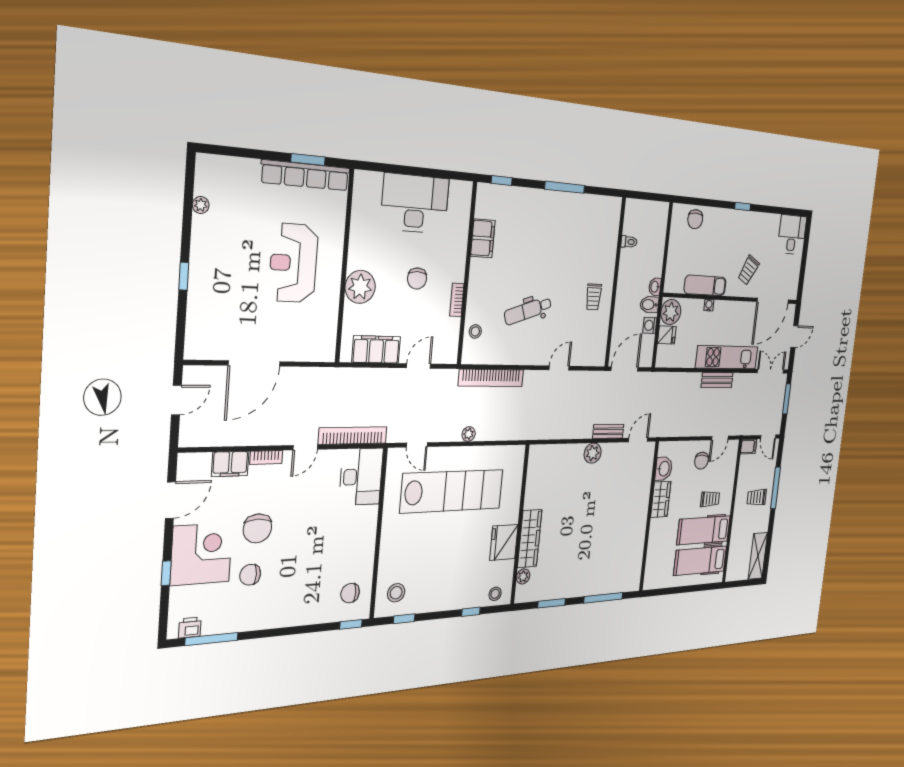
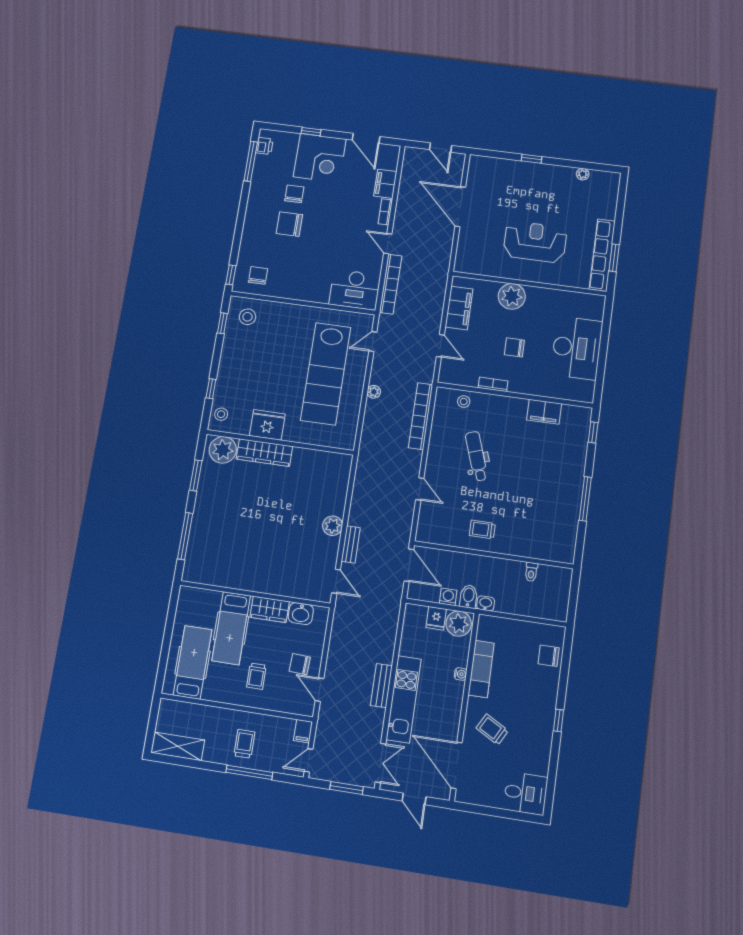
chair: (257, 528) -> (289, 224), moved
hospital bed: (704, 530) -> (231, 628), moved, turned 180
plant: (523, 576) -> (223, 450), width x1.87, depth x1.87

